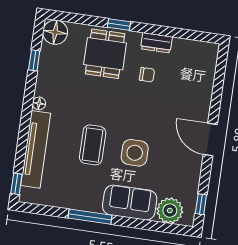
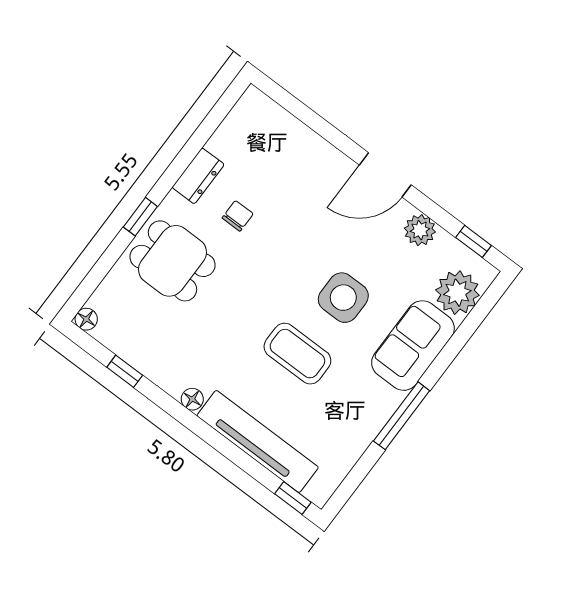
floor lamp: (55, 32) -> (86, 319), width x0.53, depth x0.53
plant: (192, 173) -> (420, 230), added

